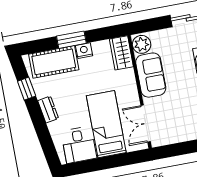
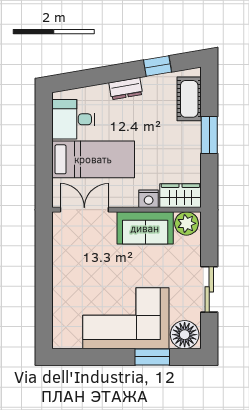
nightstand: (84, 51) -> (149, 199), moved, turned 90
cot: (54, 62) -> (189, 99), width x0.73, depth x0.75

